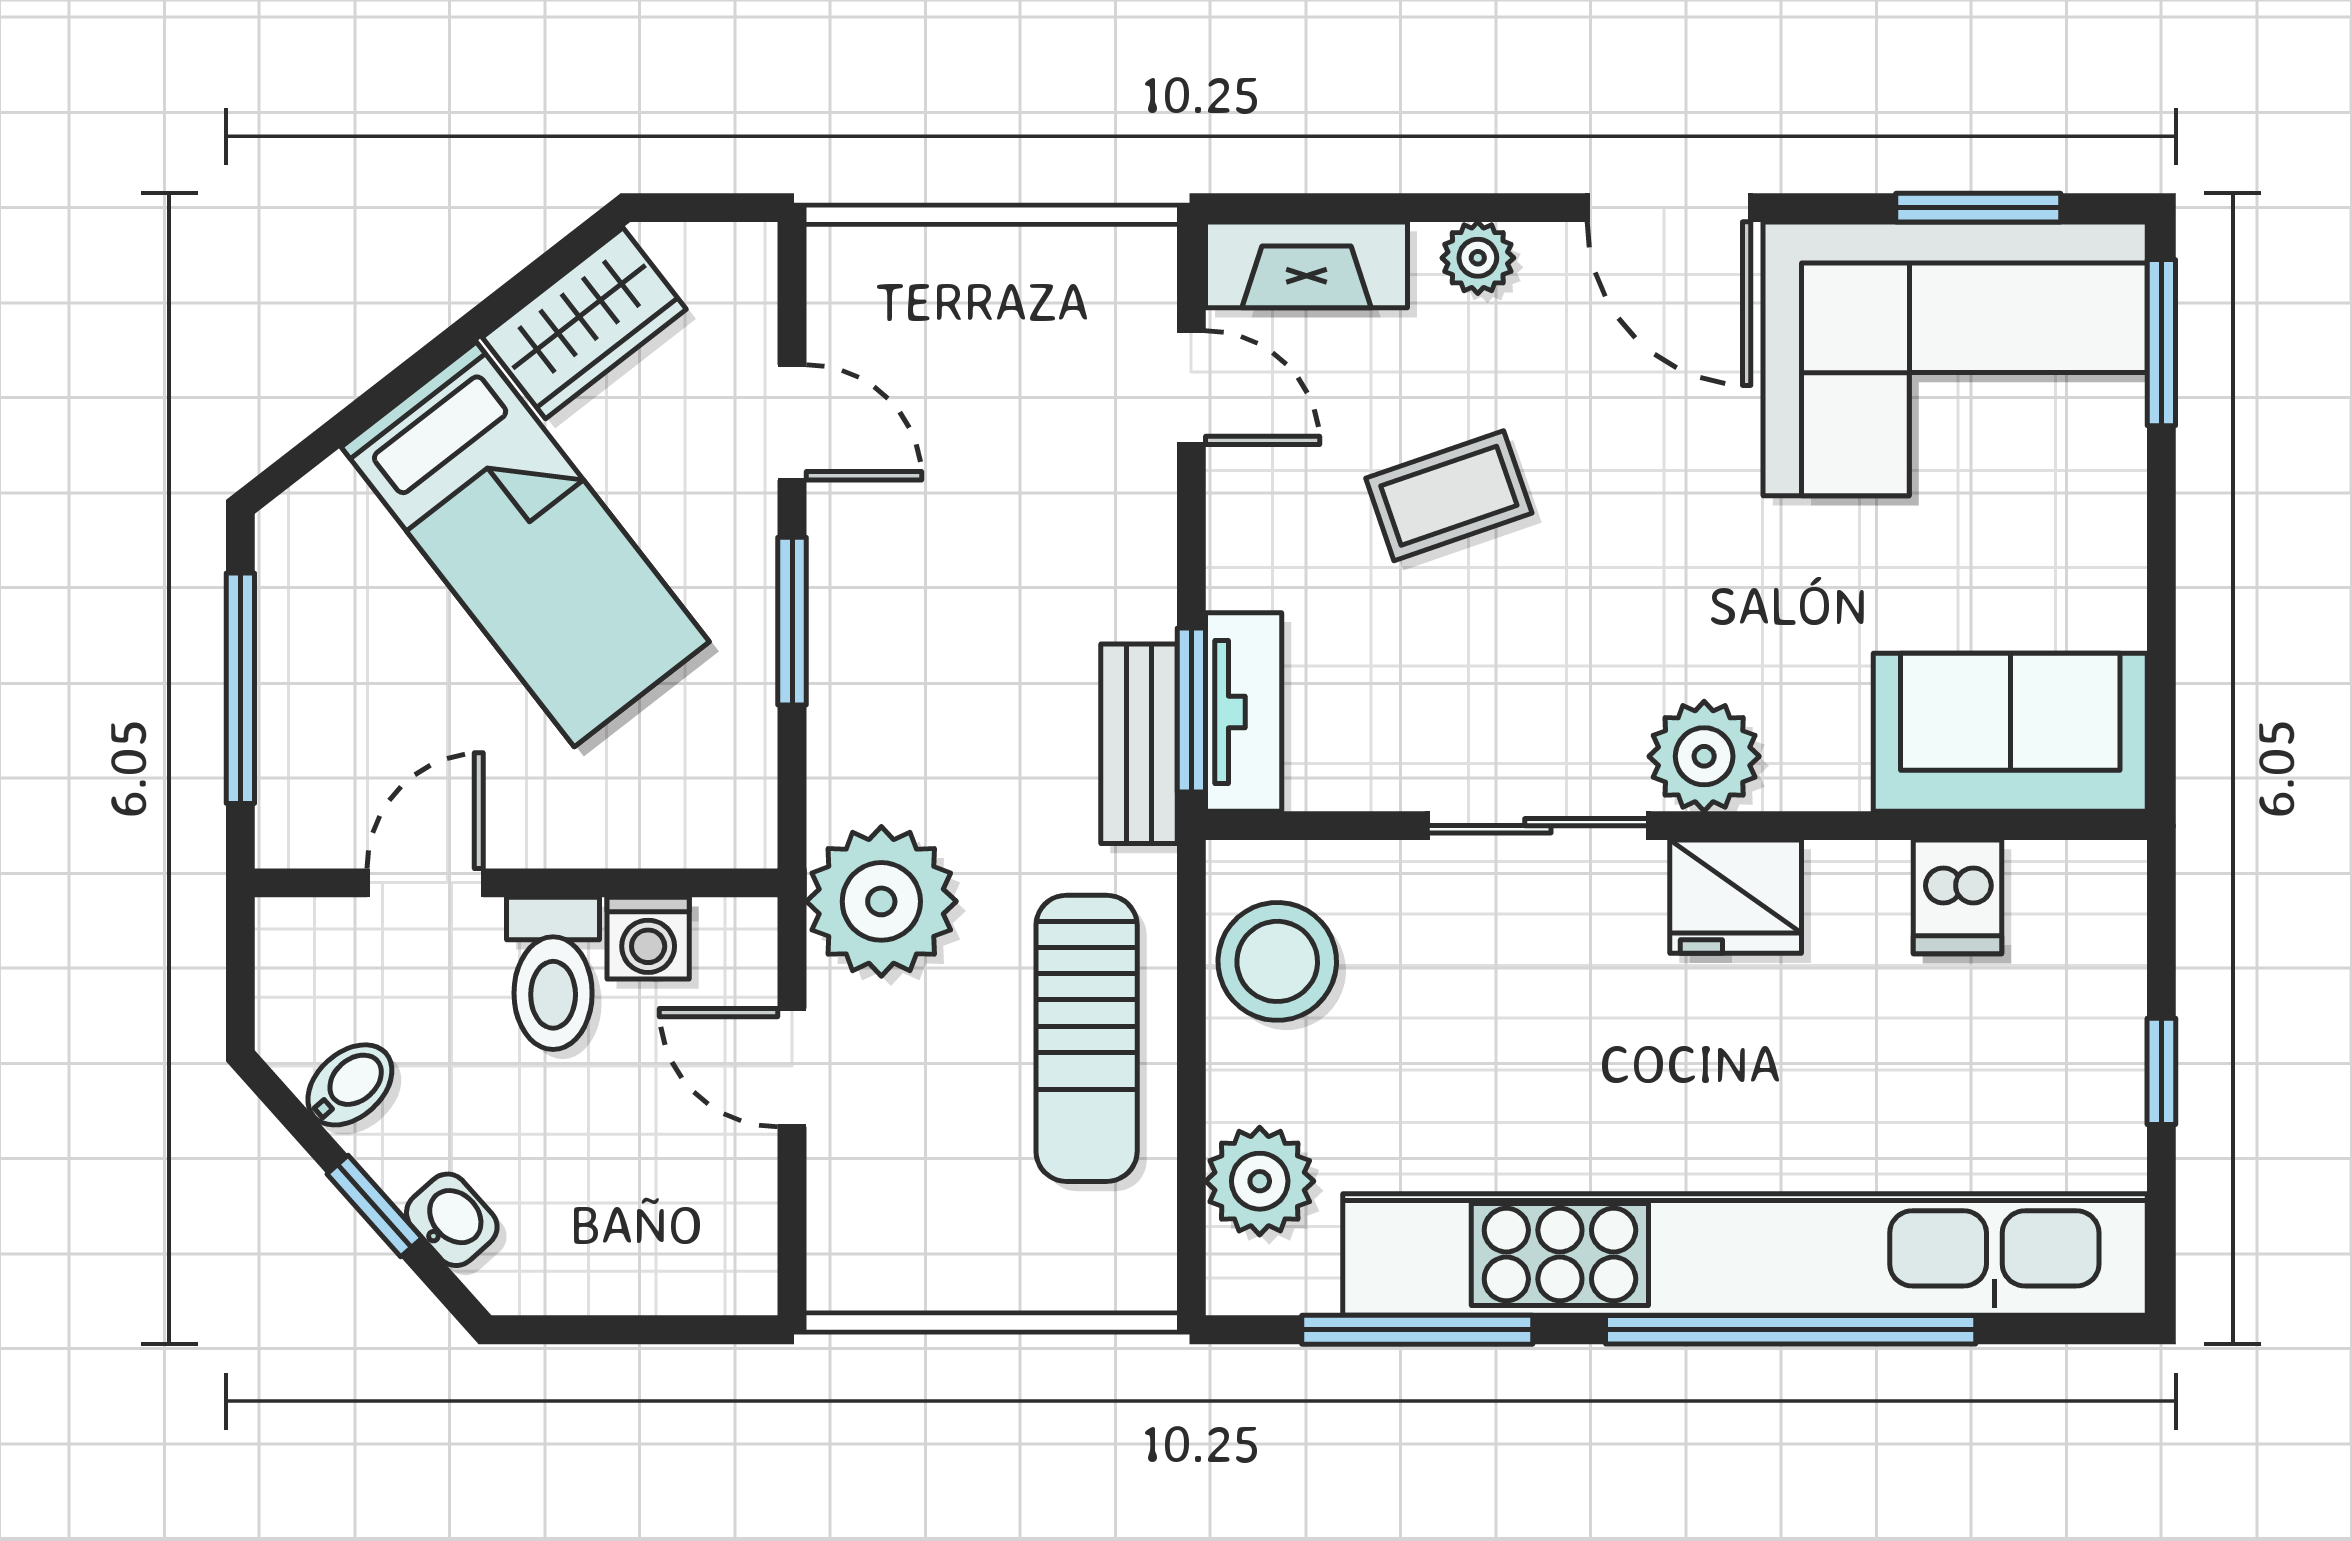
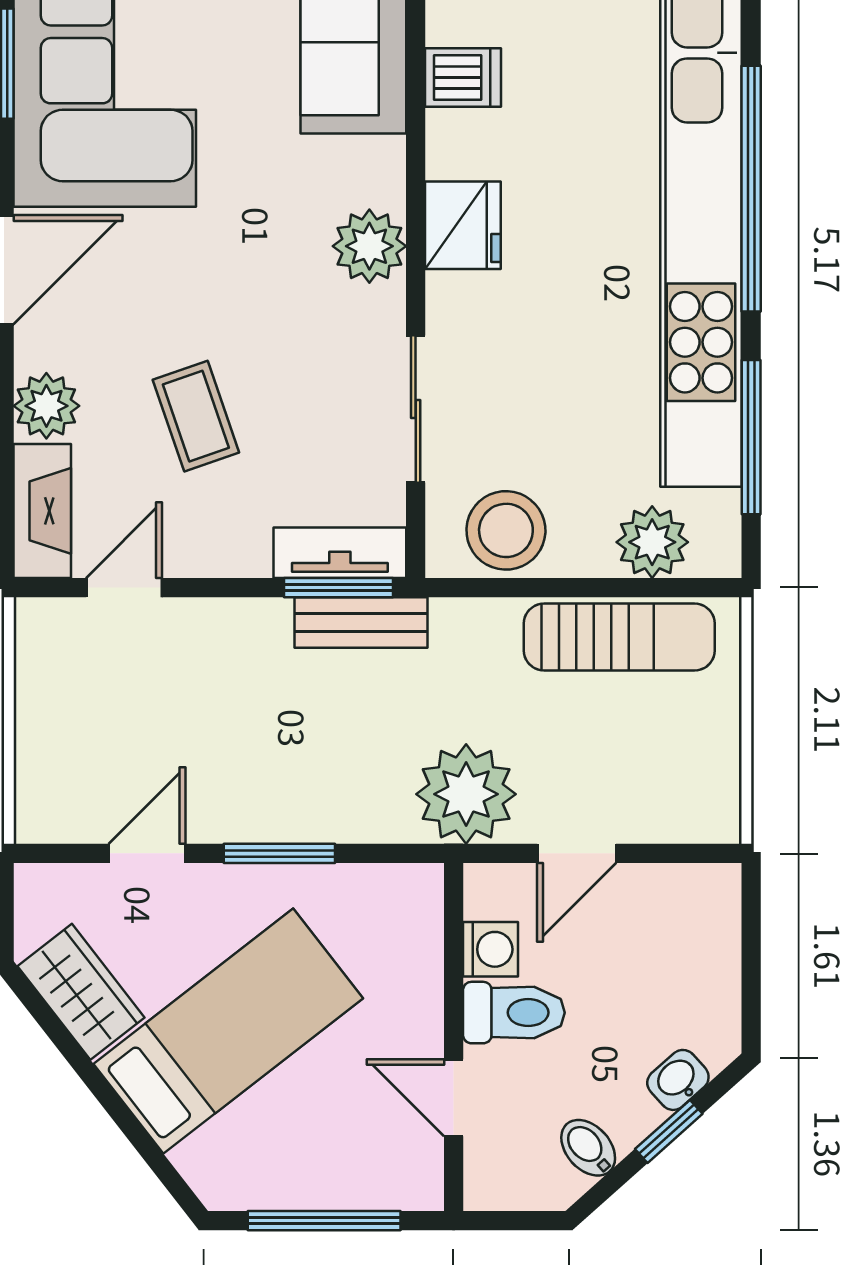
plant: (1478, 258) -> (46, 406), width x1.38, depth x1.38
sliding door: (1538, 826) -> (416, 409), moved
sun lounger: (1087, 1038) -> (619, 637), moved

